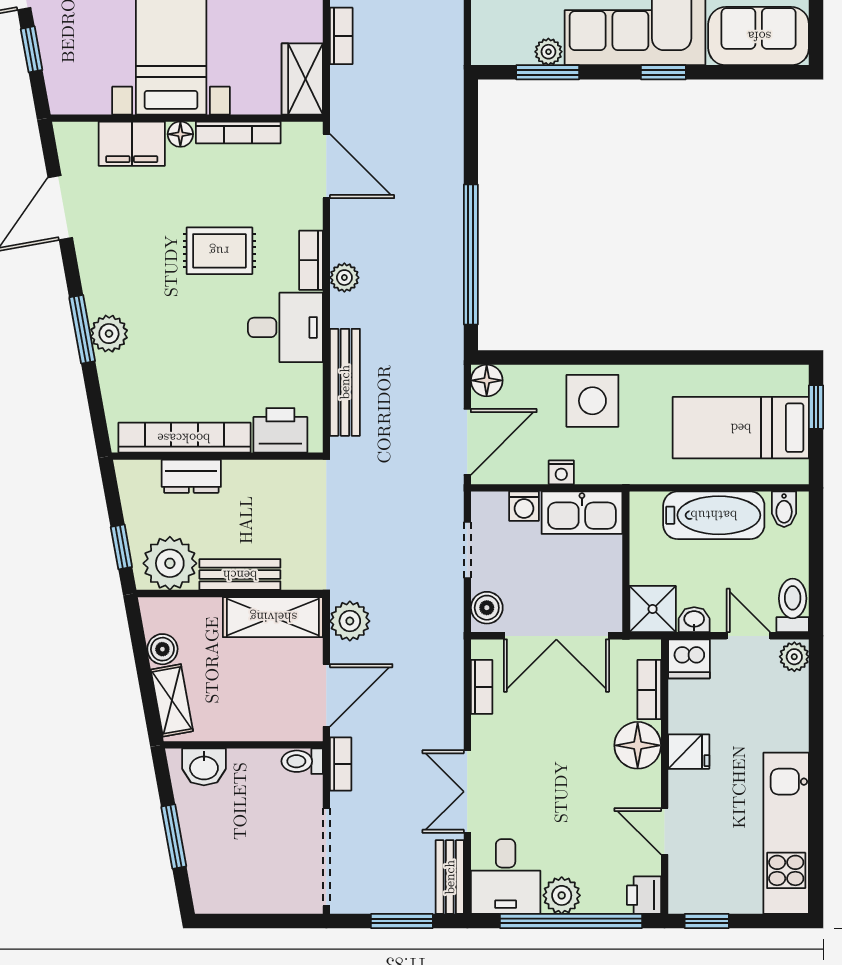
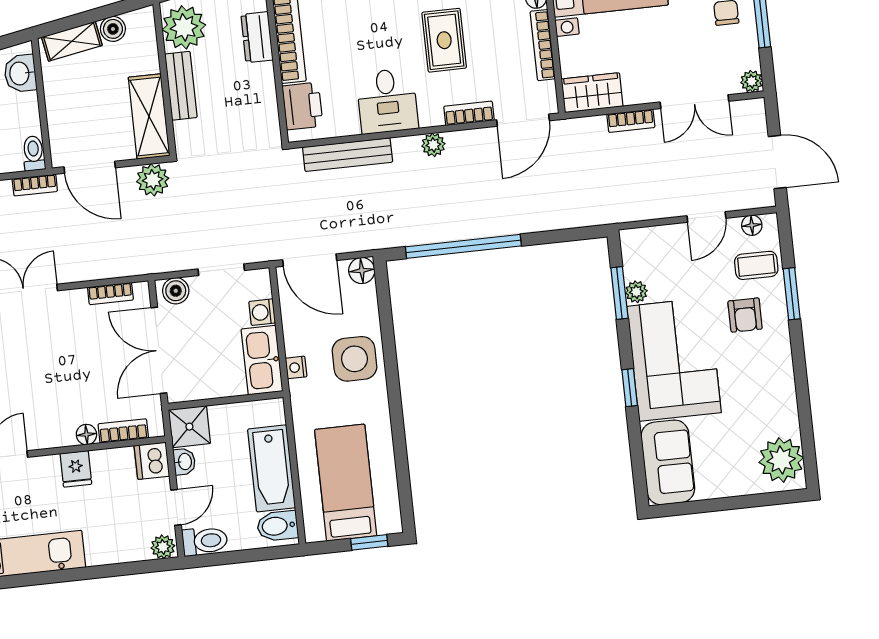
bookcase: (311, 260) -> (469, 113), moved
nightstand: (561, 472) -> (296, 367), moved
bidet: (784, 509) -> (278, 526), width x1.38, depth x1.36
floor lamp: (638, 745) -> (86, 435), width x0.53, depth x0.53

